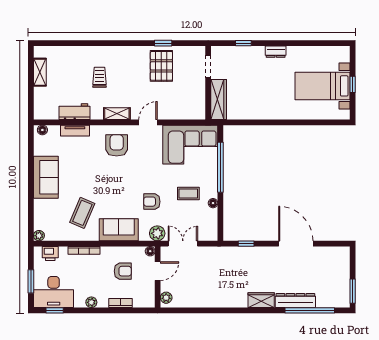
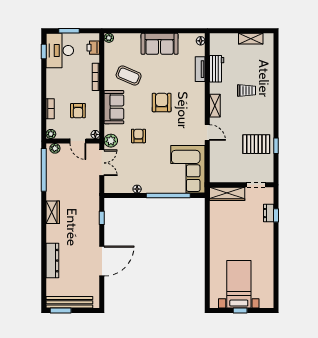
dresser: (276, 52) -> (269, 213), moved
armchair: (117, 145) -> (162, 103), moved, turned -90
coffee table: (188, 193) -> (145, 168), removed
bench: (343, 281) -> (69, 302), added
wardrobe: (261, 300) -> (53, 212), moved
plant: (91, 302) -> (51, 134), moved
window: (310, 310) -> (44, 170), moved

